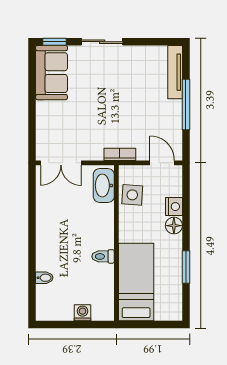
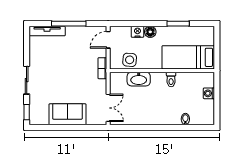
sofa: (51, 73) -> (67, 114), moved
washbasin: (104, 185) -> (139, 79), moved

